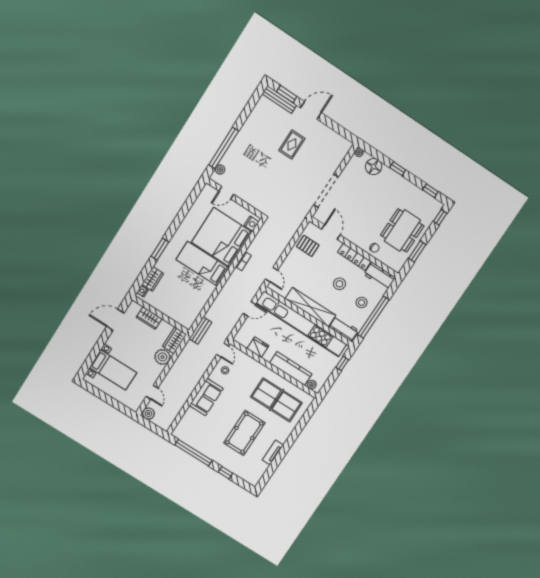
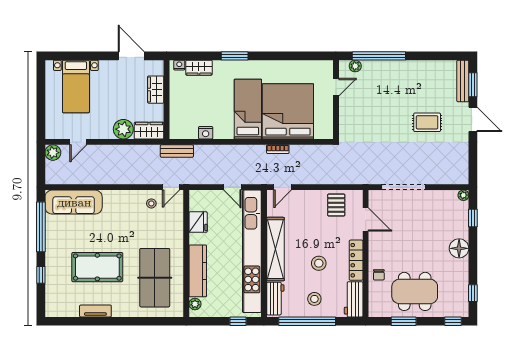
floor lamp: (374, 167) -> (459, 248), moved
window: (398, 169) -> (473, 218), moved
door: (226, 193) -> (336, 87), swing flipped
nightstand: (251, 224) -> (206, 133), moved
door: (331, 232) -> (366, 219), hinge flipped
sofa: (206, 397) -> (74, 202), moved, width x1.36

